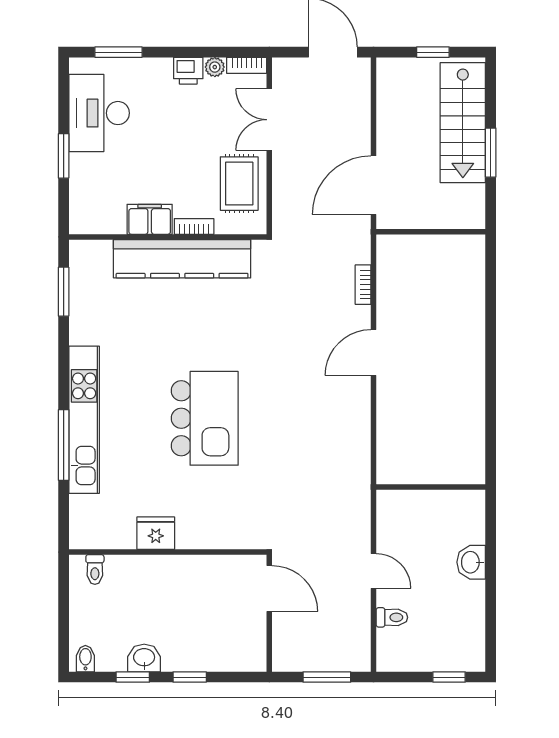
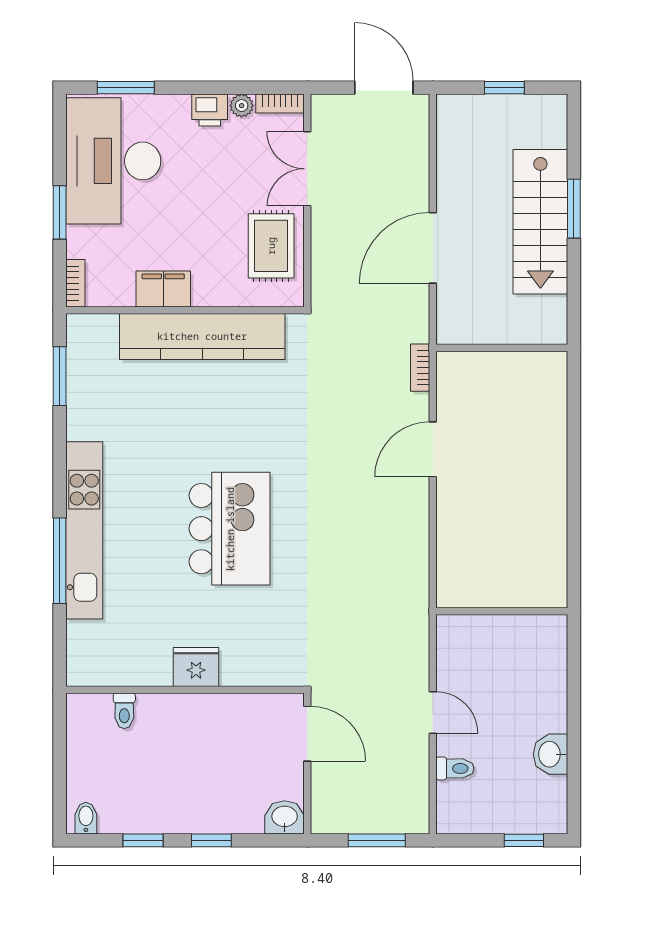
desk: (99, 113) -> (113, 161), width x1.36, depth x1.30
stairs: (463, 123) -> (540, 222), moved
bookcase: (194, 226) -> (75, 283), moved, turned 90
wall: (431, 232) -> (502, 348), moved
fridge: (156, 533) -> (196, 667), moved
washbasin: (471, 562) -> (550, 754), moved
toilet: (95, 569) -> (124, 711), moved
washbasin: (144, 658) -> (285, 817), moved

